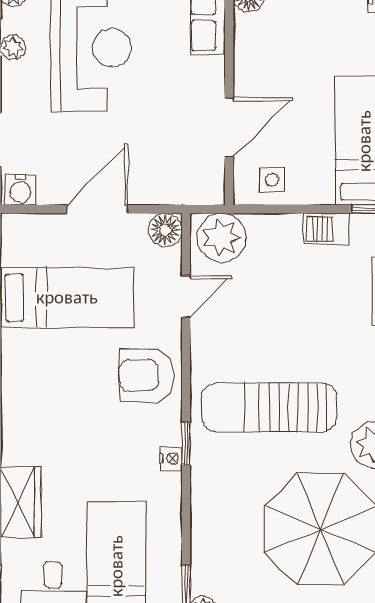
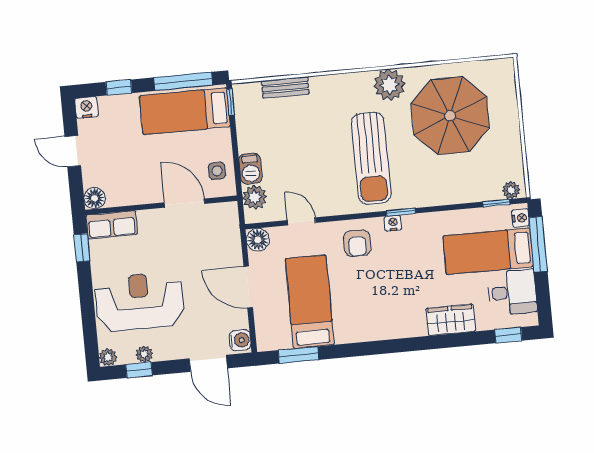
barbecue: (327, 229) -> (250, 169), moved
plant: (221, 238) -> (255, 197), width x0.73, depth x0.73
armchair: (146, 375) -> (357, 243), width x0.72, depth x0.72
nightstand: (171, 458) -> (393, 223), moved

